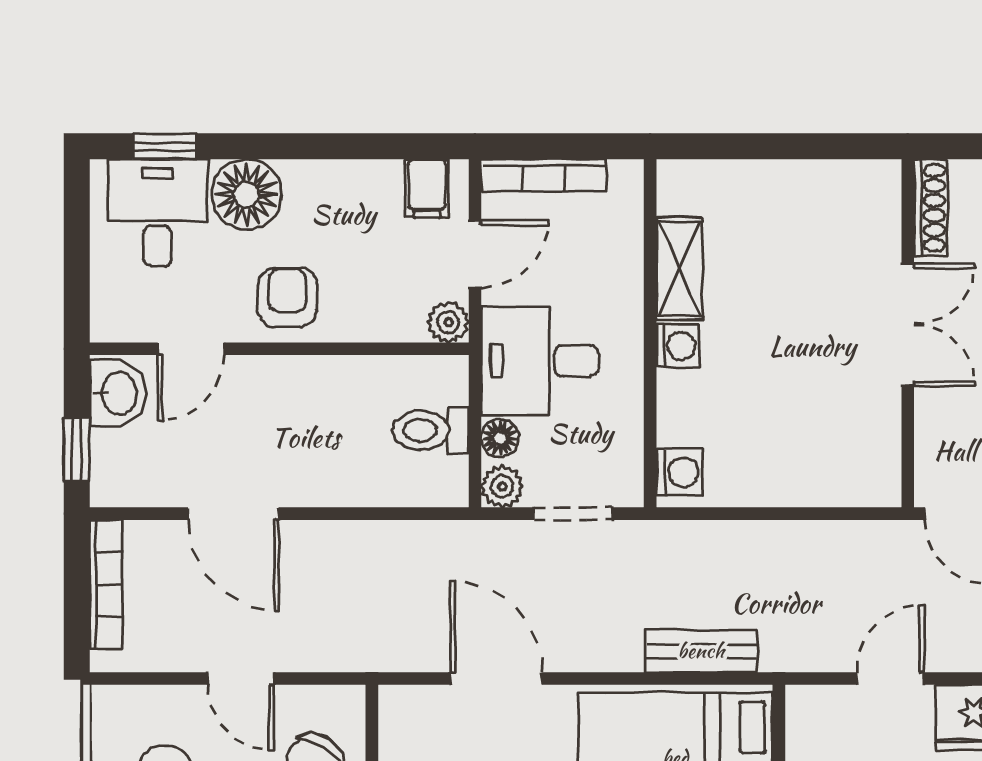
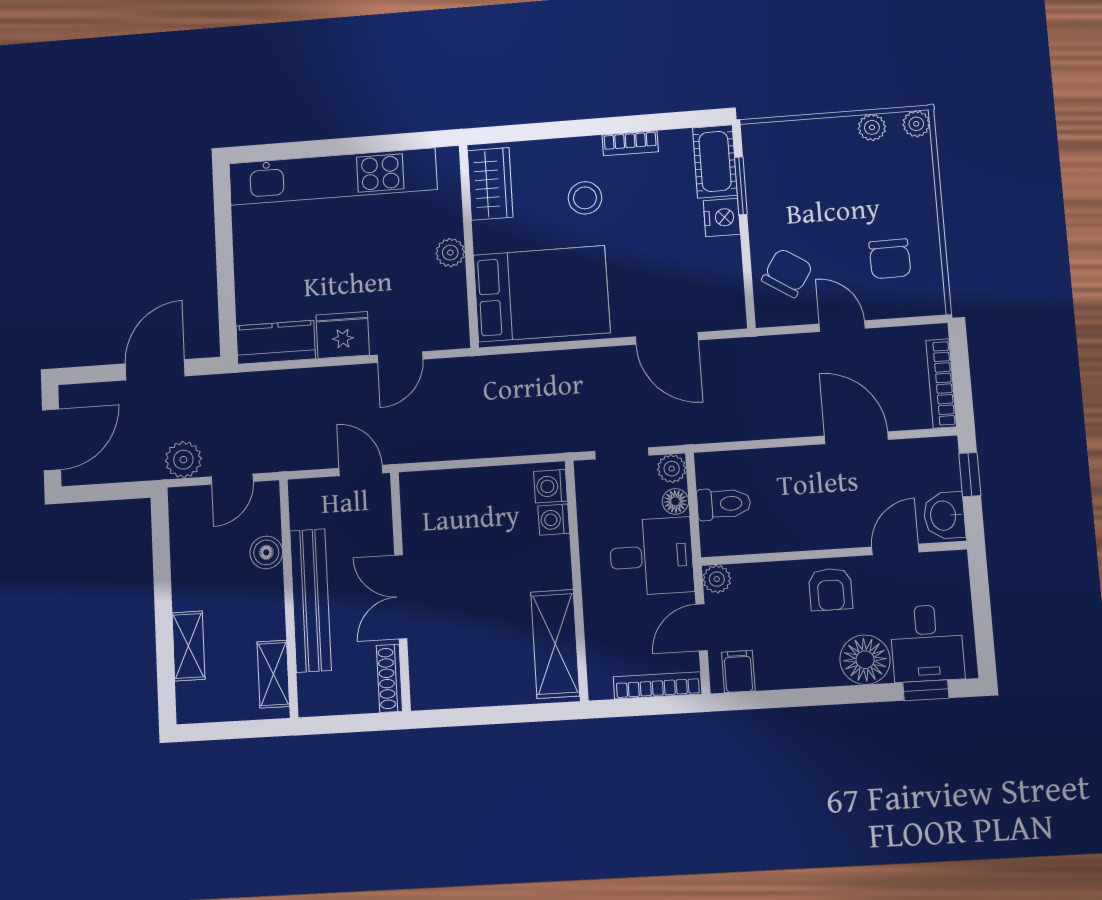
shelving: (679, 269) -> (555, 644), width x1.50, depth x1.33
washing machine: (678, 346) -> (554, 520), moved
bench: (701, 651) -> (529, 367), removed

